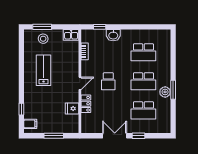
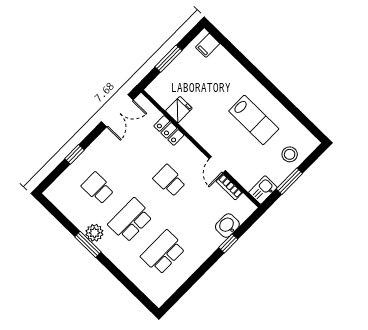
window: (42, 27) -> (289, 181), moved
window: (100, 27) -> (228, 243), moved
washbasin: (113, 35) -> (227, 226), moved
door: (80, 83) -> (217, 165), moved
window: (21, 109) -> (234, 52), removed
school desk: (143, 110) -> (98, 188), width x0.54
double door: (115, 136) -> (117, 111), moved

